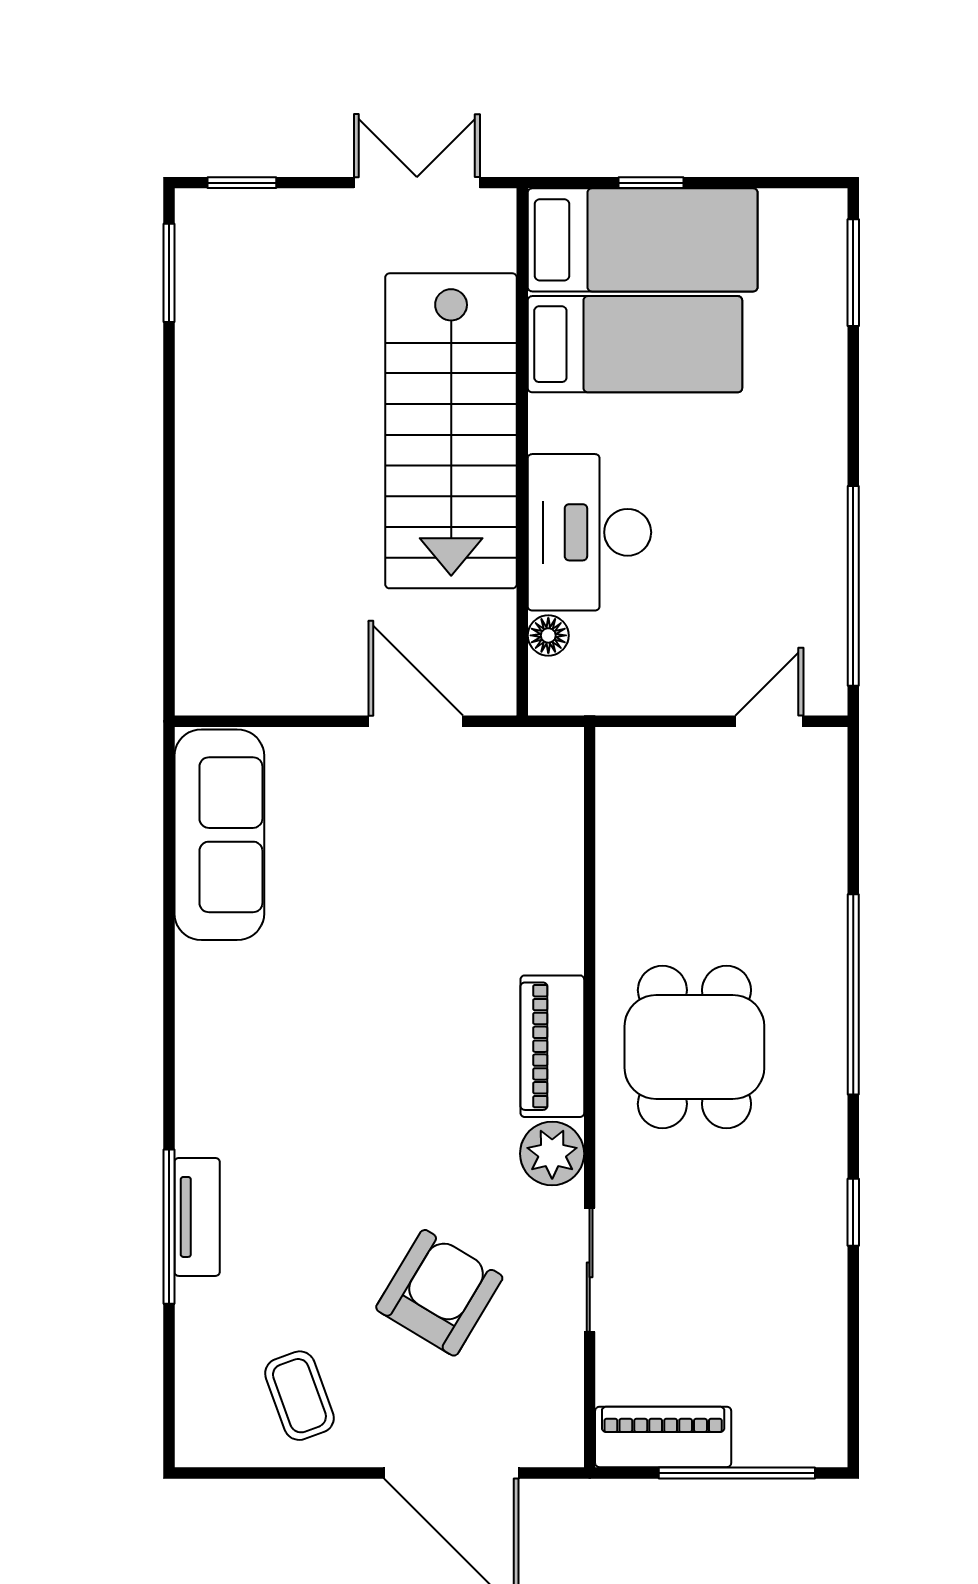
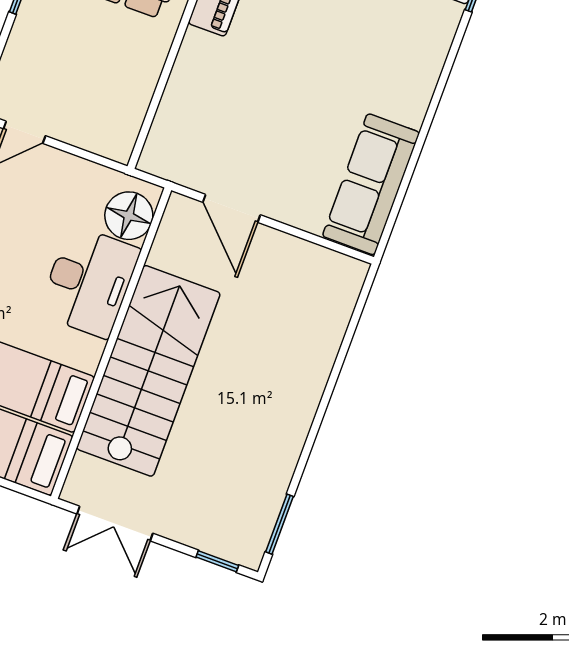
floor lamp: (548, 635) -> (129, 216), width x1.89, depth x1.89

